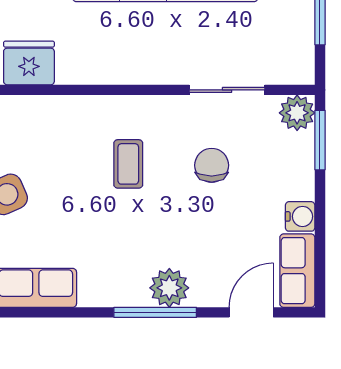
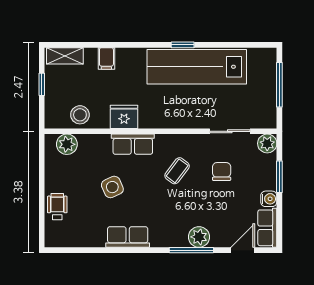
row of seats: (45, 114) -> (133, 144), added
window: (320, 140) -> (279, 177), moved
coffee table: (128, 164) -> (177, 171), turned 37

